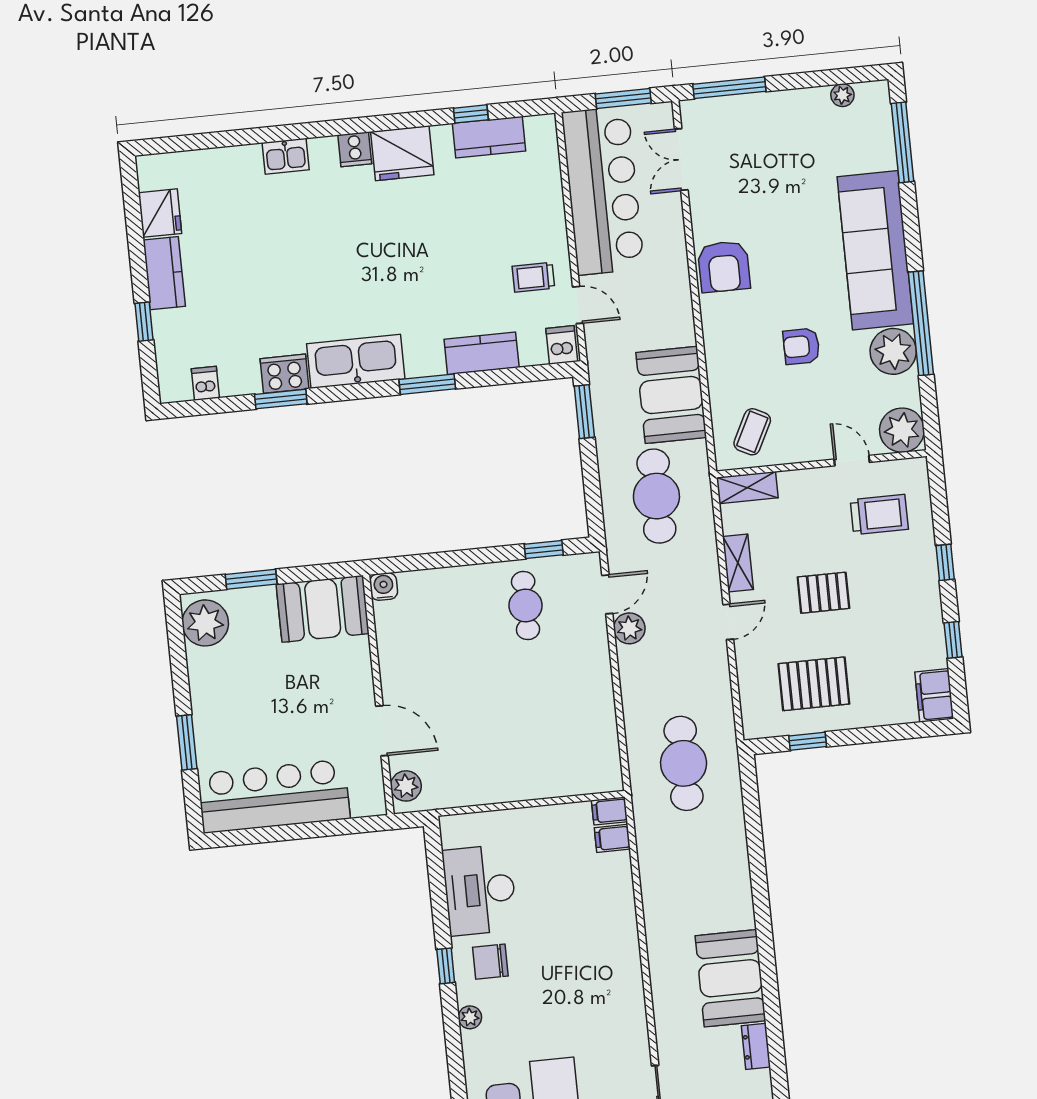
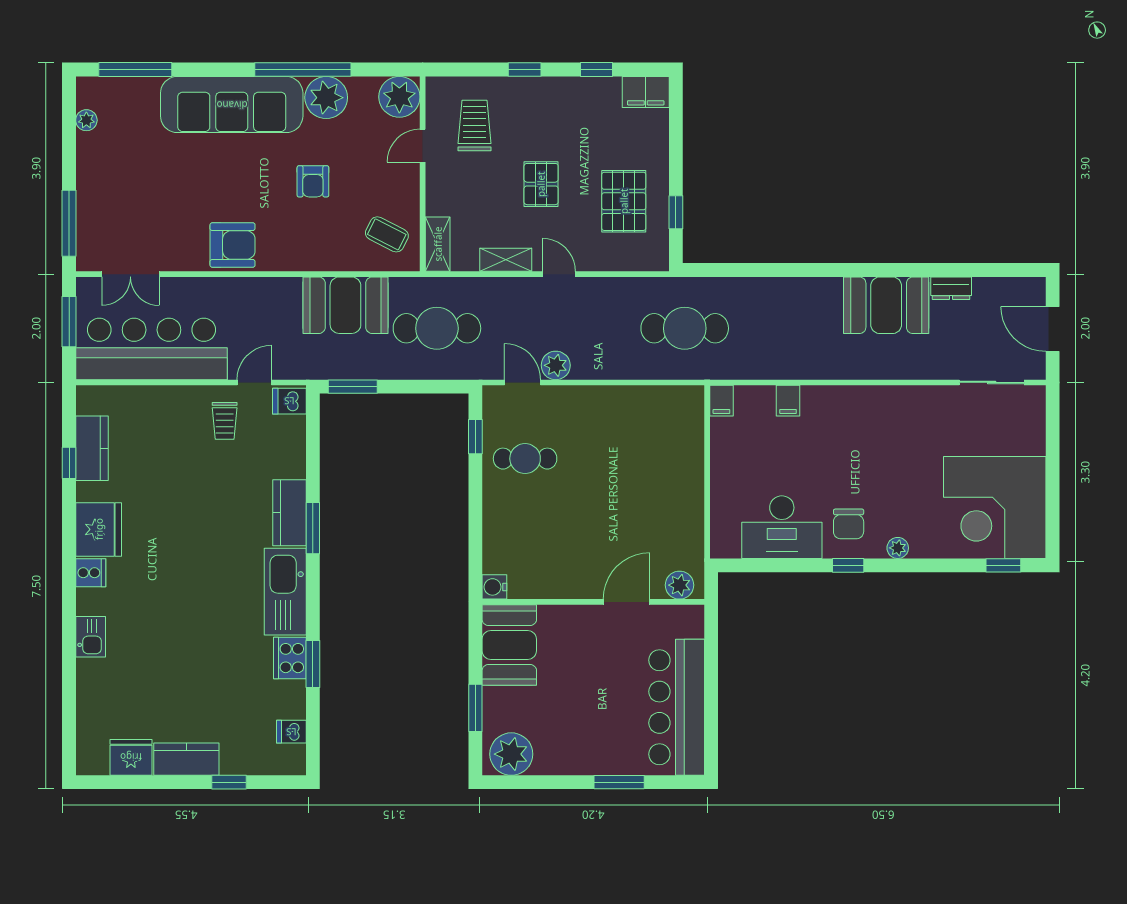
kitchen counter: (482, 353) -> (290, 513), moved
filing cabinet: (612, 838) -> (788, 401), moved

